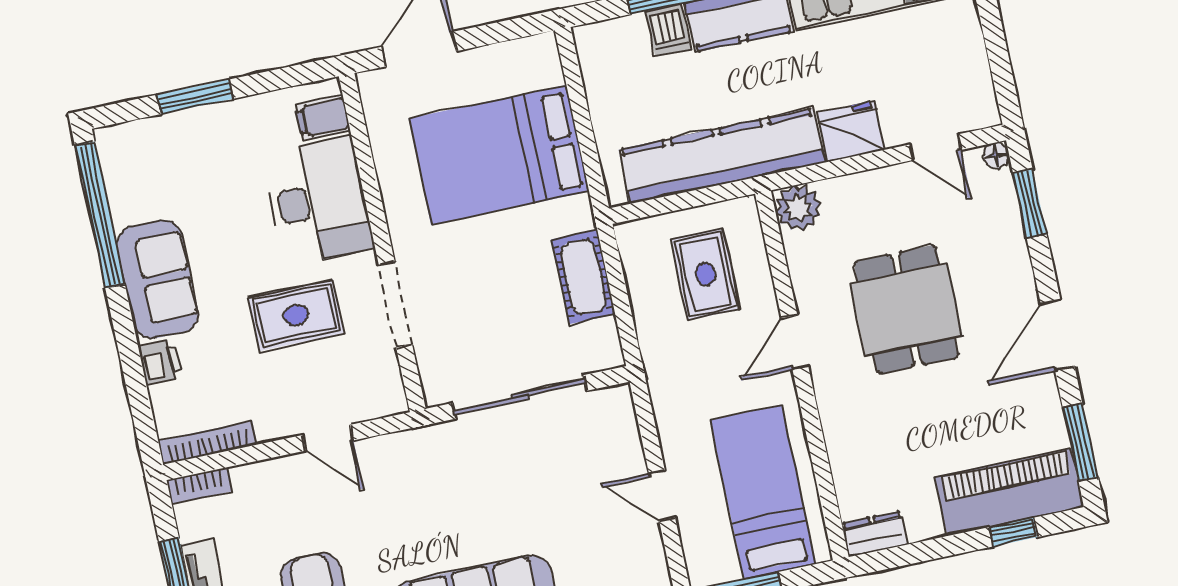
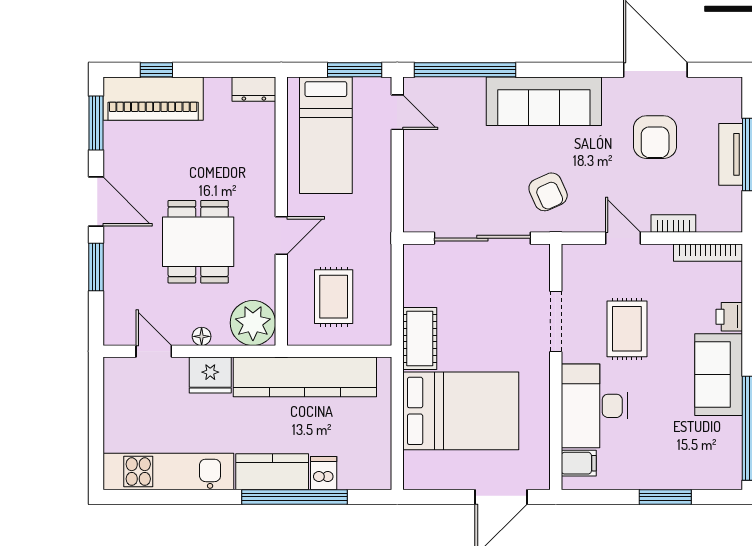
floor lamp: (996, 155) -> (202, 336), moved
window: (1030, 204) -> (96, 267), moved
plant: (798, 208) -> (253, 323), width x1.36, depth x1.36
cot: (583, 277) -> (420, 339), moved
rug: (296, 315) -> (627, 329), turned 90
door: (1058, 335) -> (96, 201), hinge flipped
armchair: (443, 479) -> (548, 192), added
bookcase: (199, 486) -> (673, 224), moved
door: (662, 496) -> (397, 112), moved

